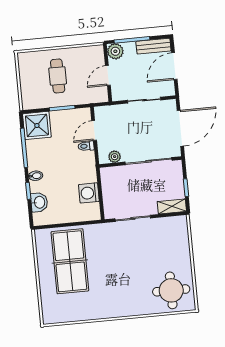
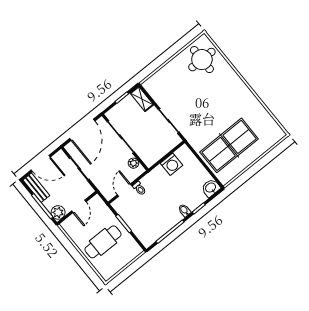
door: (108, 75) -> (79, 206), hinge flipped
cafe table: (58, 76) -> (103, 242), width x1.37, depth x1.35
shower: (37, 125) -> (148, 233), removed
door: (180, 128) -> (82, 130), swing flipped
door: (94, 130) -> (124, 190), swing flipped
washbasin: (39, 202) -> (211, 188), moved

